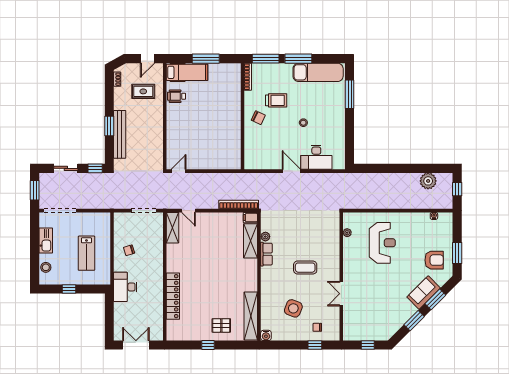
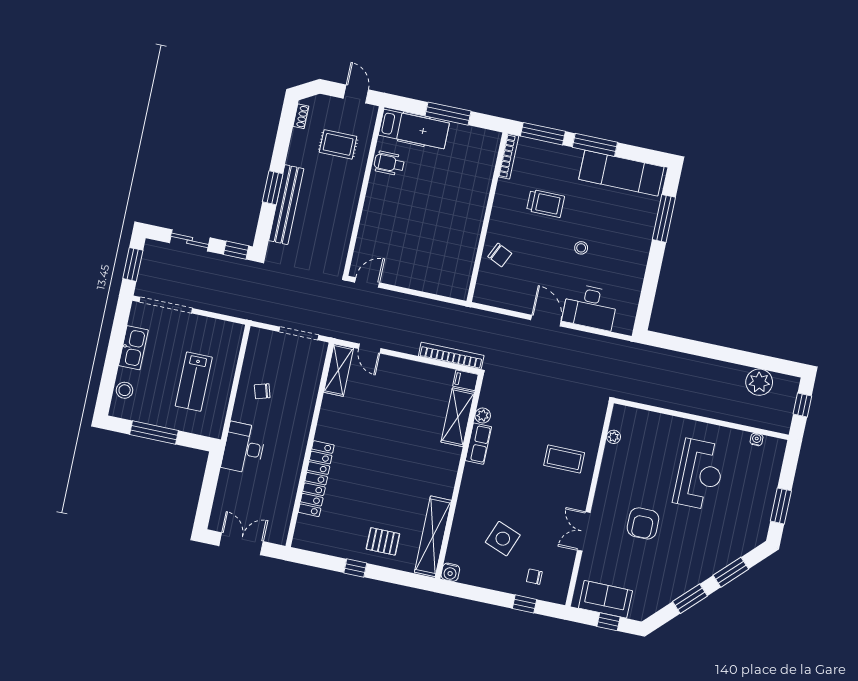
door: (148, 59) -> (356, 94), swing flipped
chair: (258, 118) -> (500, 255), moved
reception desk: (382, 243) -> (699, 474), moved
armchair: (434, 260) -> (643, 523), moved, turned 90
coffee table: (305, 268) -> (564, 459), moved
window: (69, 289) -> (154, 433), width x2.17
sofa: (424, 293) -> (605, 599), moved, turned 45

